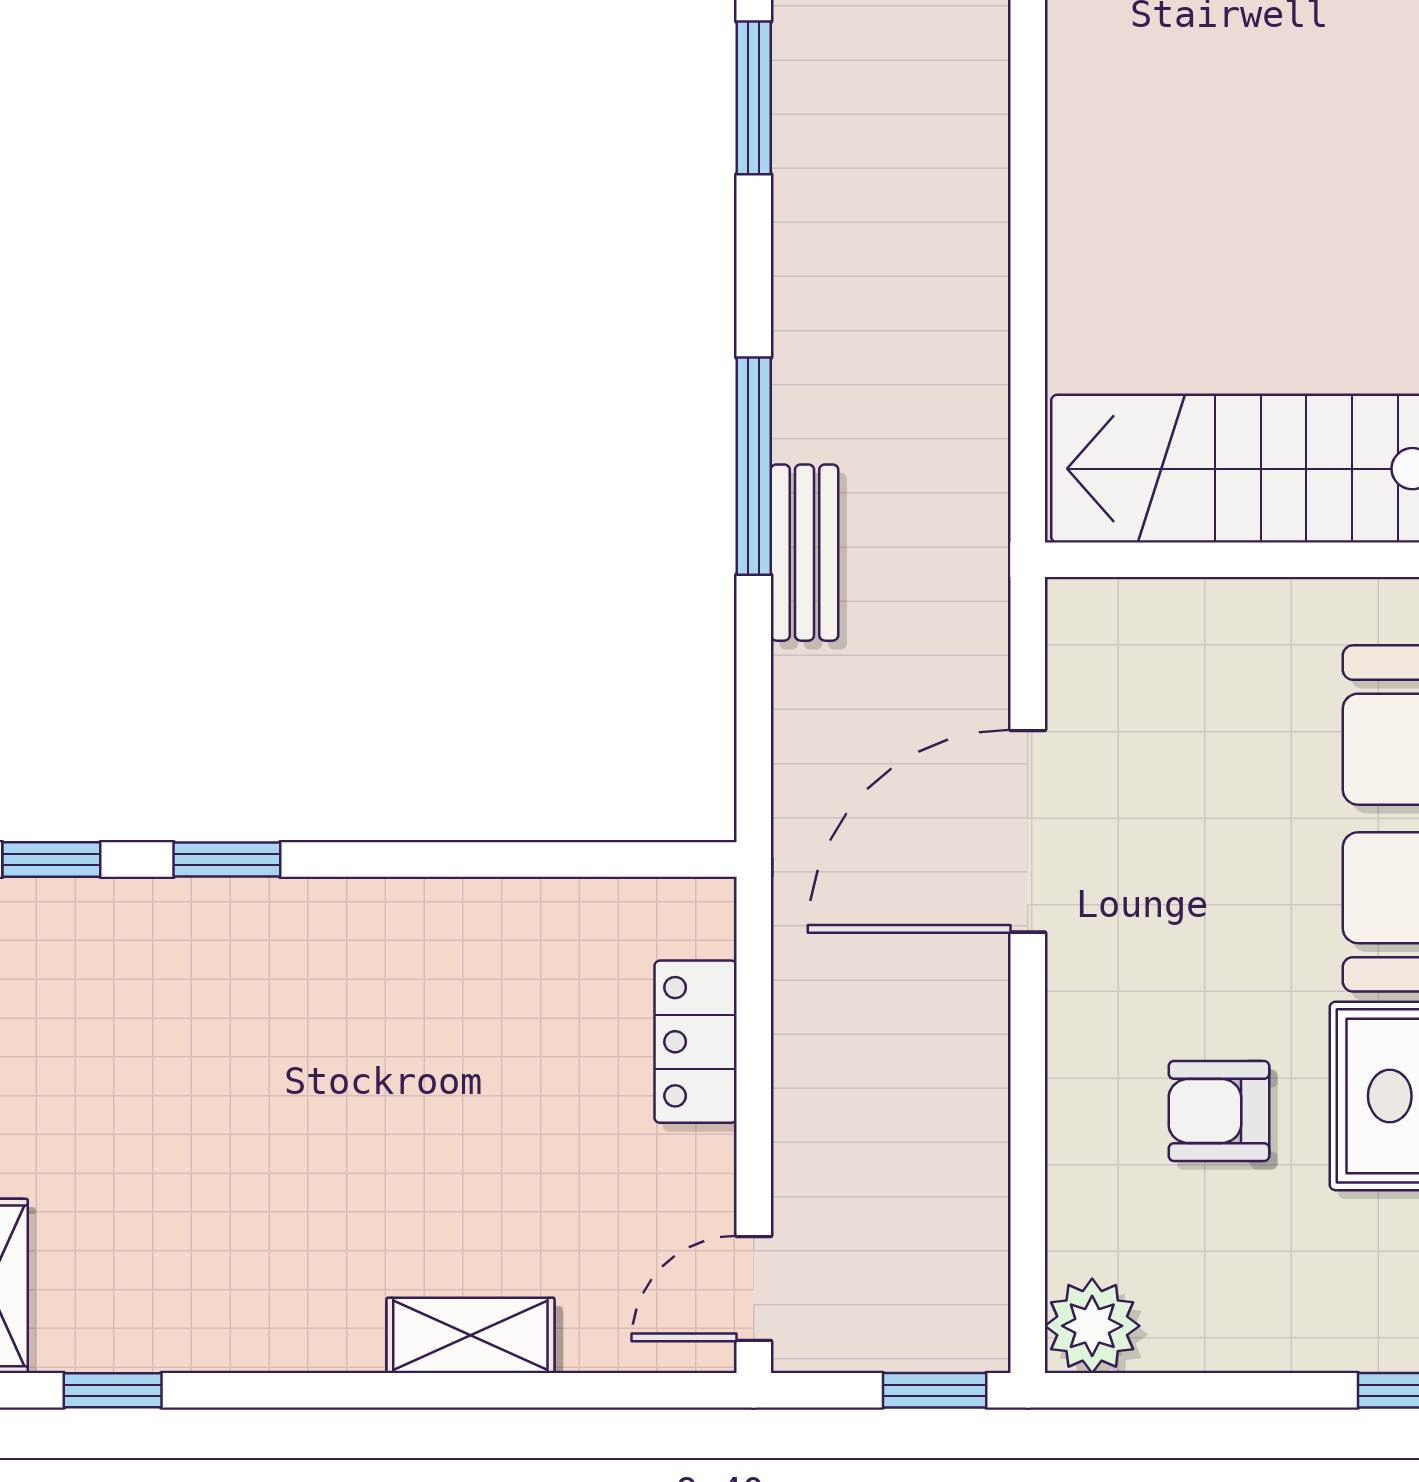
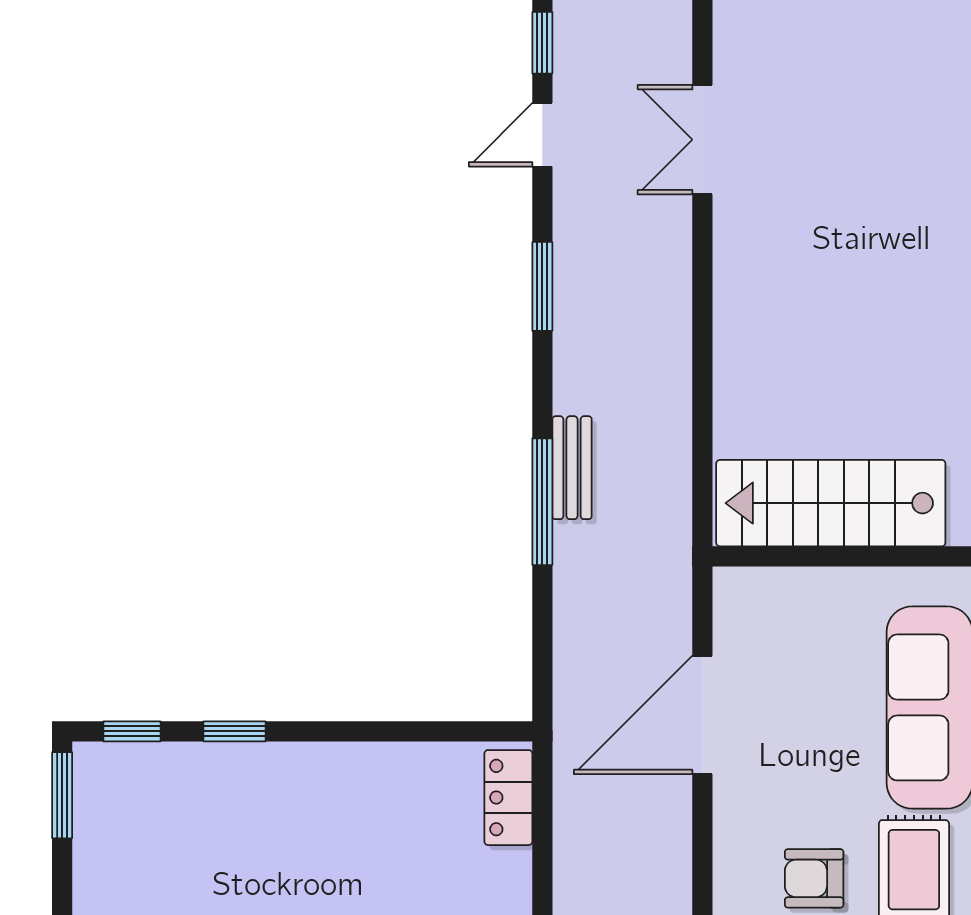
bench: (805, 553) -> (572, 468), moved
locker: (696, 1042) -> (508, 798), moved

